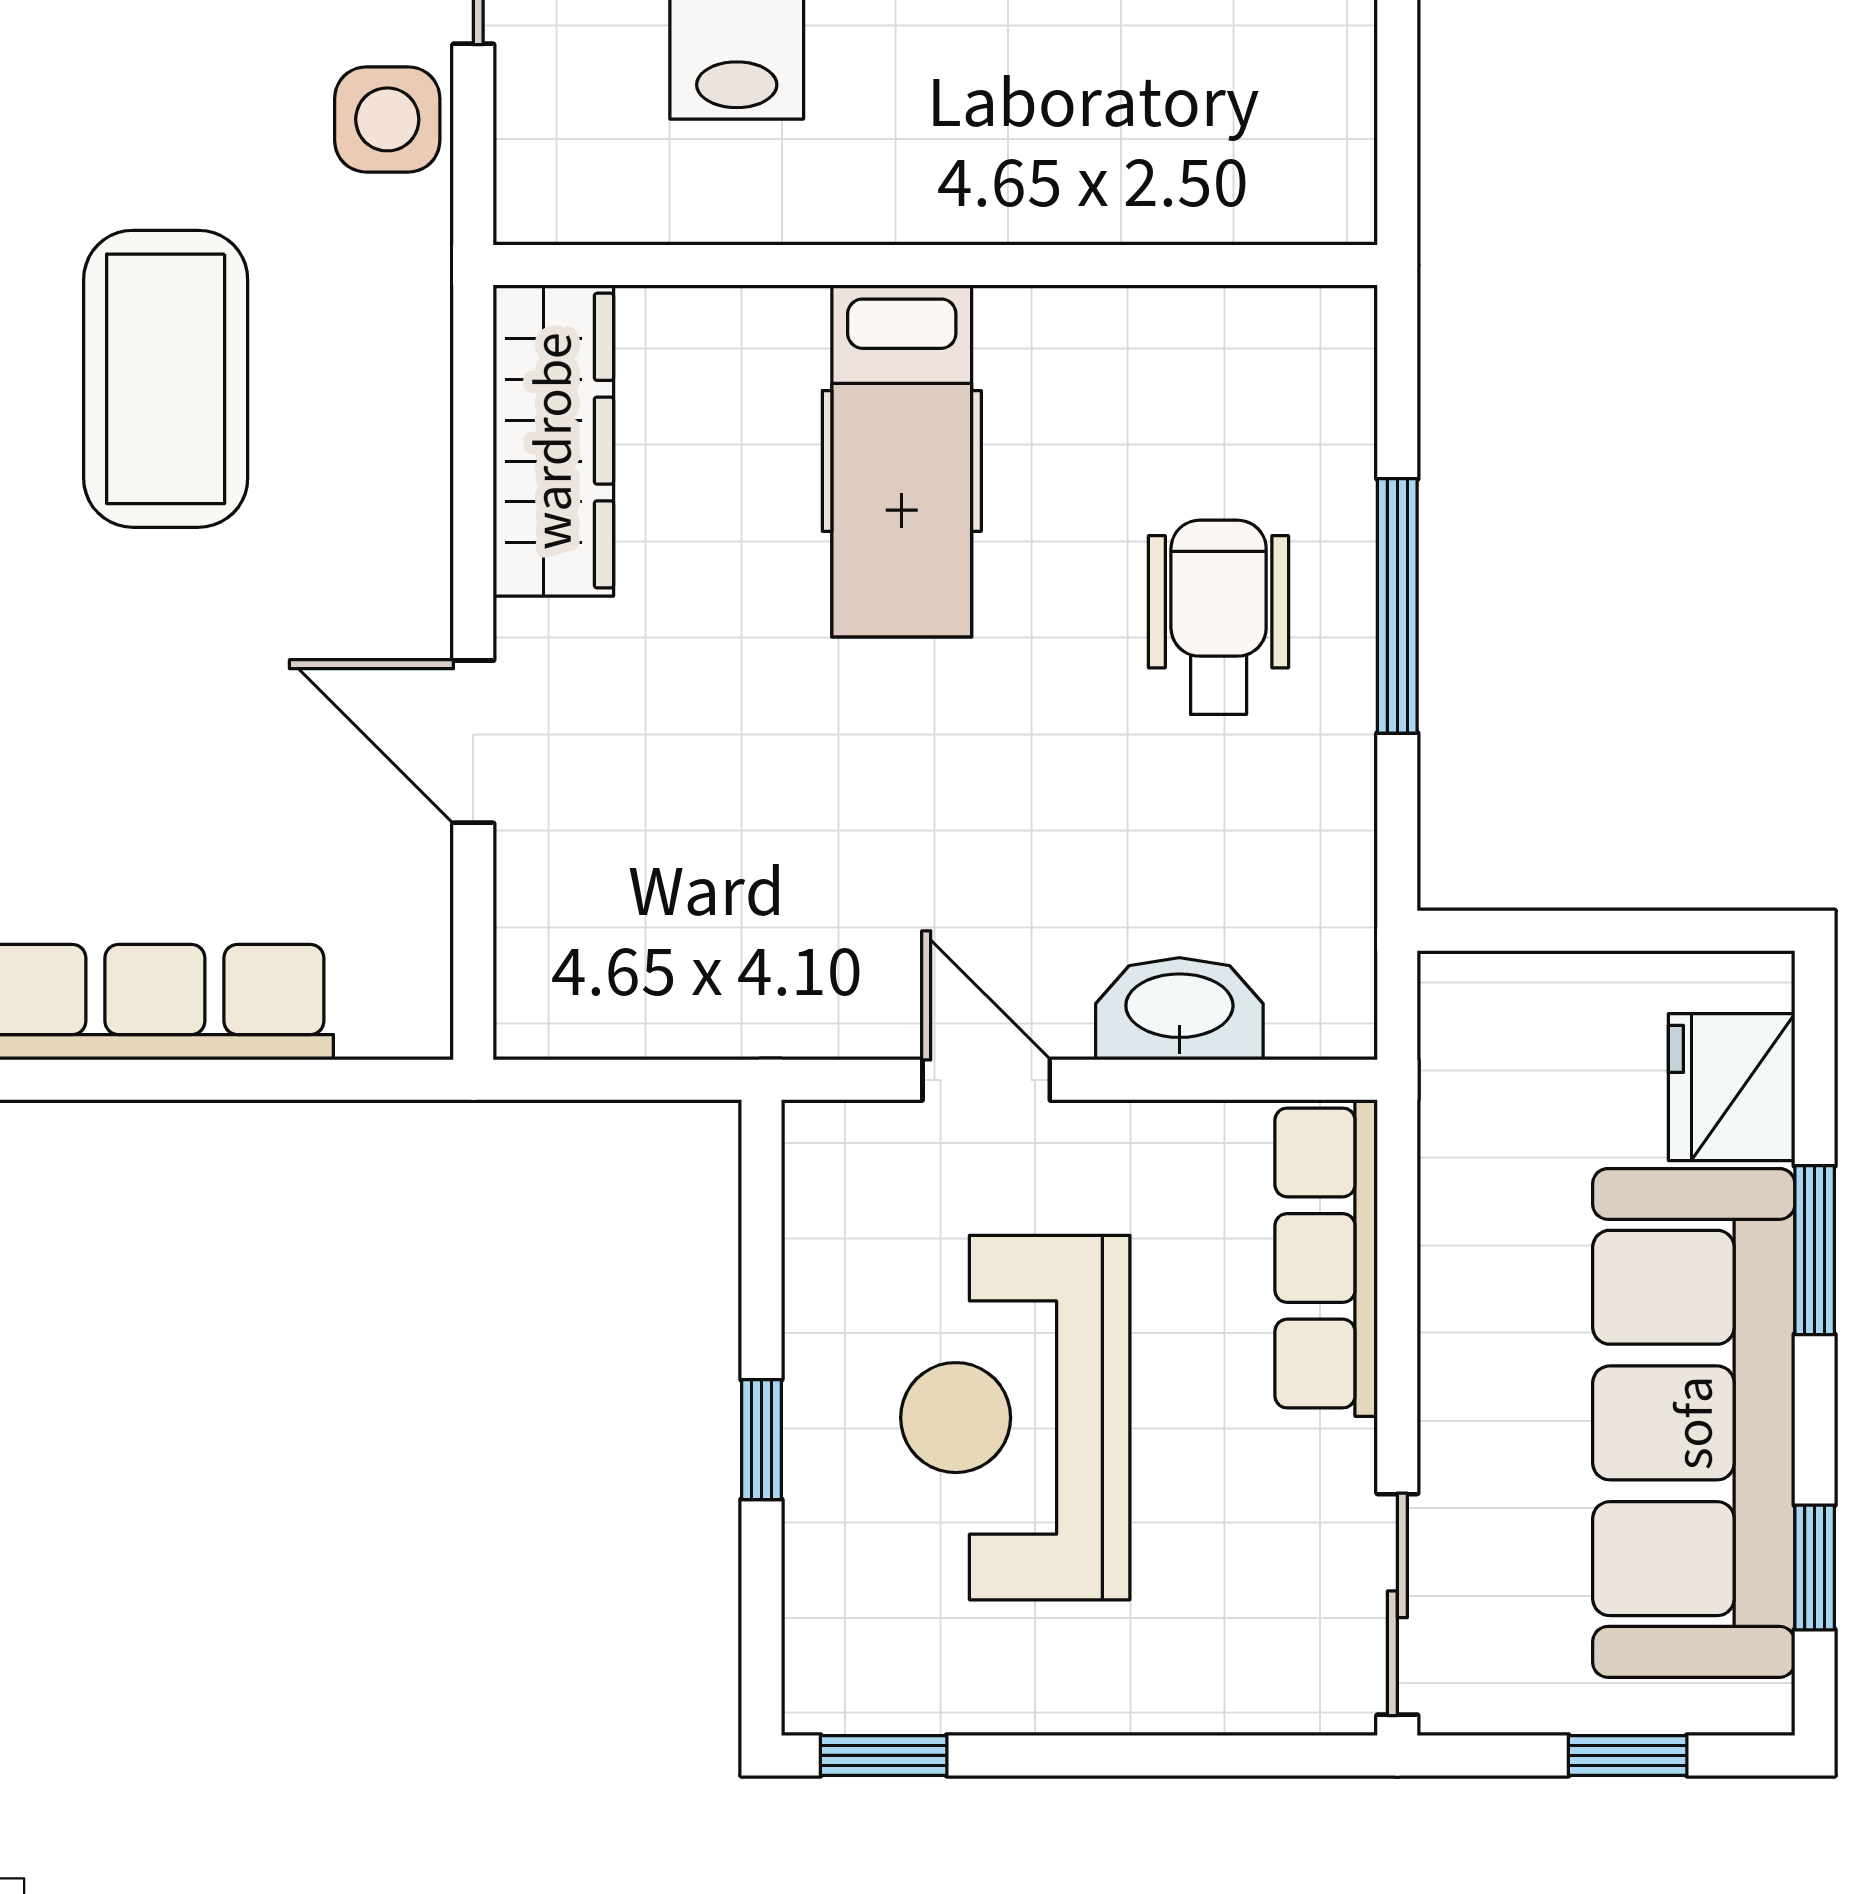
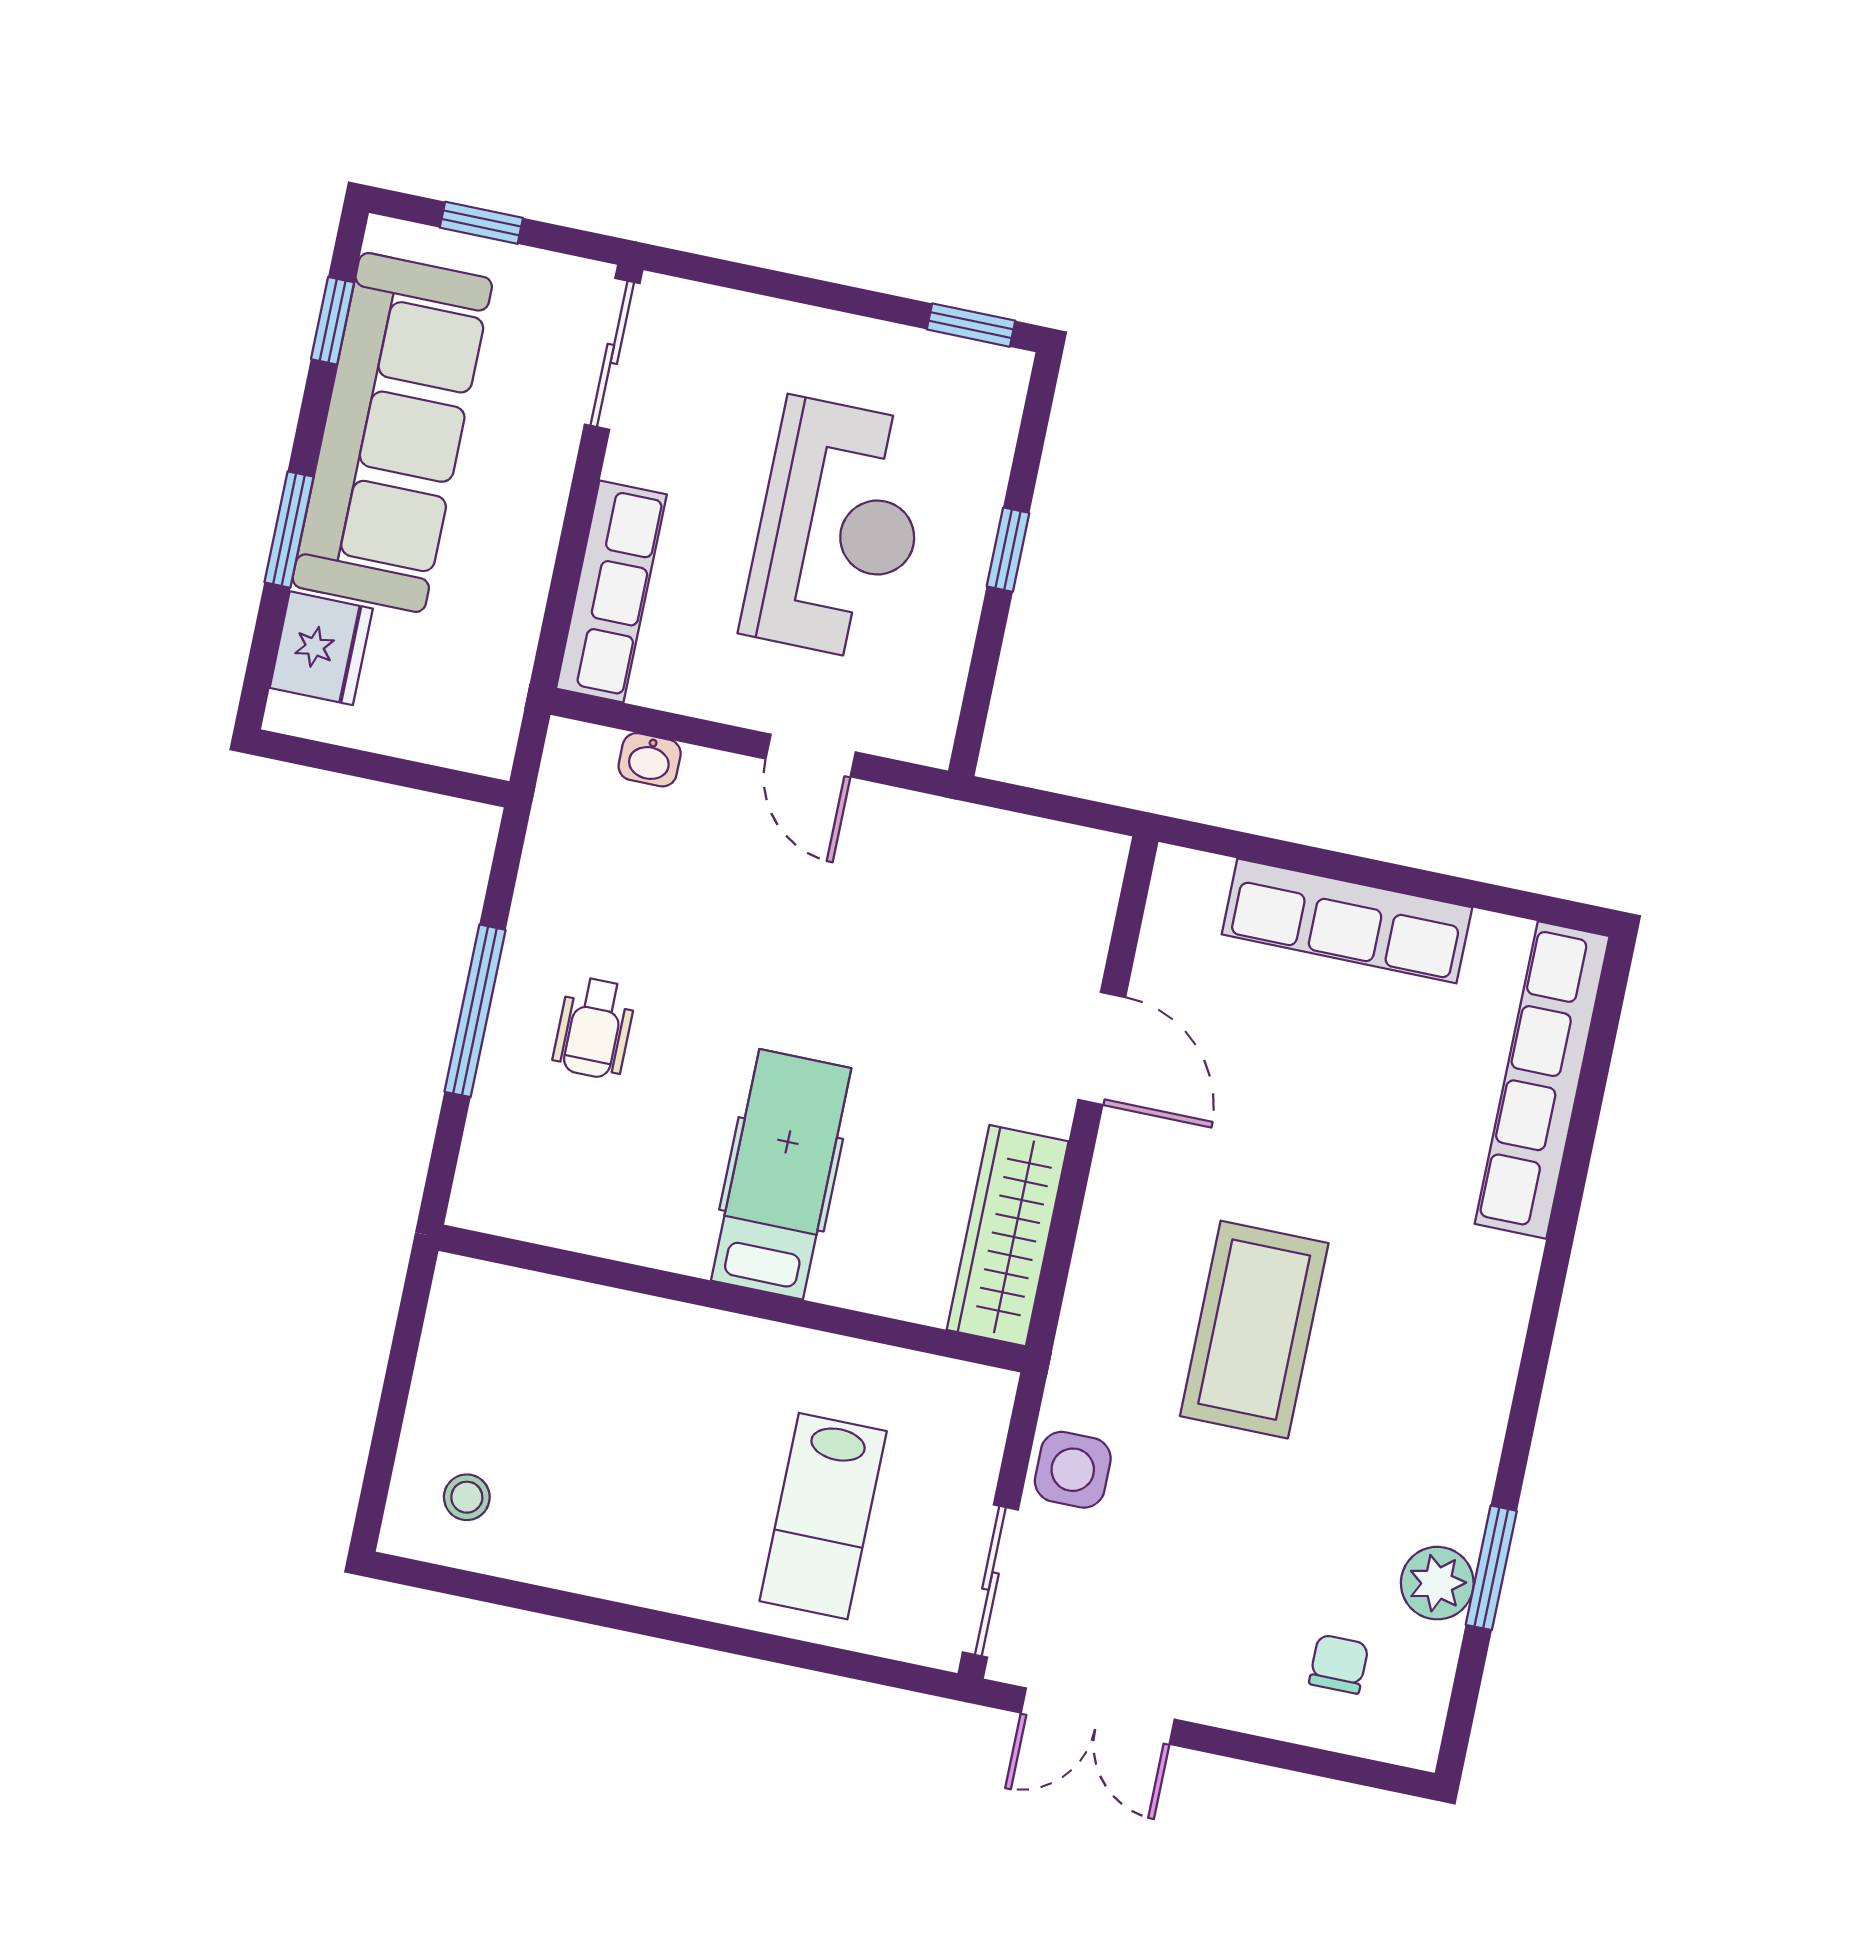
wheelchair: (1219, 617) -> (594, 1028), width x0.73, depth x0.73
washbasin: (1179, 1009) -> (650, 760), width x0.52, depth x0.69

